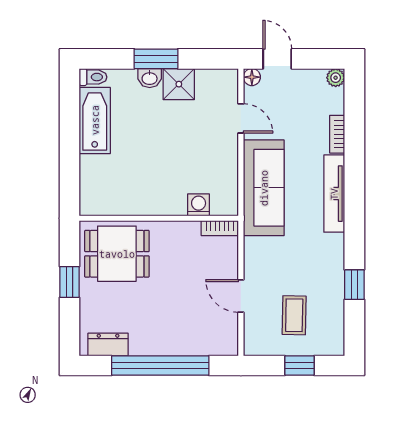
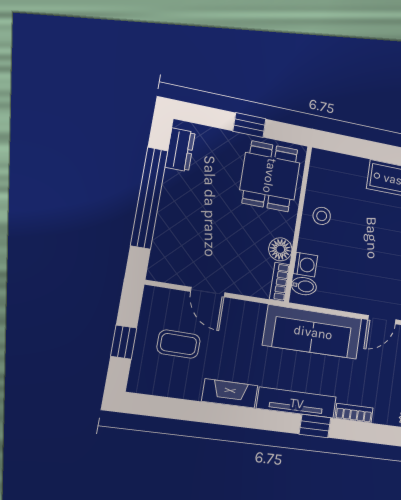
stool: (147, 196) -> (322, 216), added
bidet: (220, 203) -> (304, 286), added
floor lamp: (188, 232) -> (280, 249), added
fireplace: (334, 260) -> (230, 393), added
window: (354, 285) -> (315, 426), moved
door: (241, 296) -> (208, 292), swing flipped

